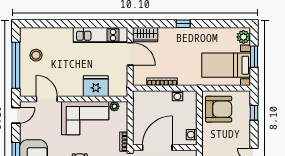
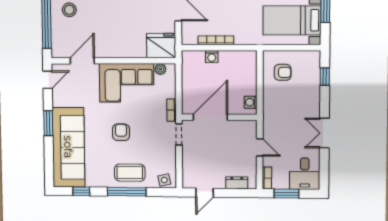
fridge: (96, 86) -> (161, 46), moved
washing machine: (177, 96) -> (212, 57), moved
door: (47, 99) -> (82, 61), hinge flipped
armchair: (219, 109) -> (283, 72), width x0.53, depth x0.53

